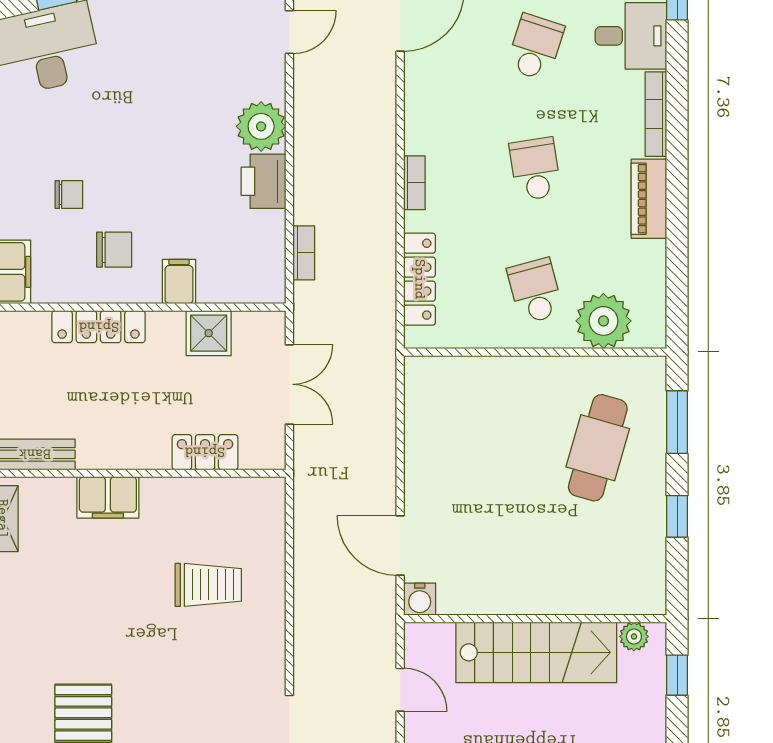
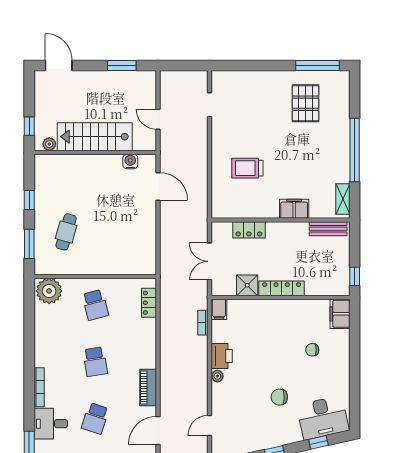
plant: (261, 126) -> (217, 376), width x0.53, depth x0.53
bookcase: (414, 183) -> (151, 355), removed
piano: (649, 199) -> (148, 388), moved, turned 180
chair: (114, 250) -> (279, 397), moved
locker: (420, 279) -> (149, 303), width x0.66
filing cabinet: (179, 281) -> (219, 309), moved
plant: (603, 321) -> (49, 291), moved
locker: (99, 327) -> (282, 288), moved
cafe table: (598, 448) -> (66, 232), width x0.73, depth x0.74
water cooler: (420, 599) -> (130, 161), moved

